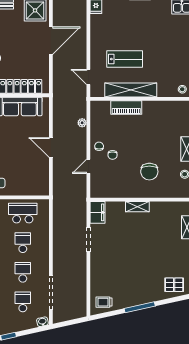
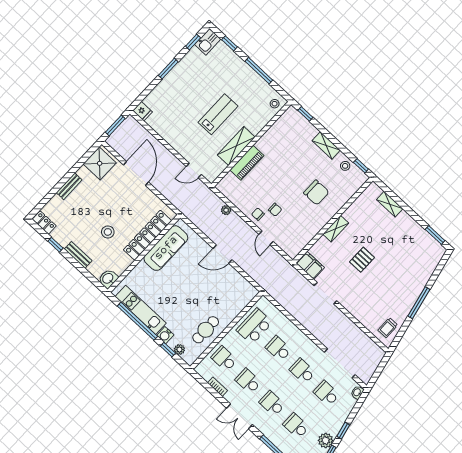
lab bench: (125, 59) -> (218, 114), moved
shelving: (131, 90) -> (236, 146), width x0.68
pallet: (174, 285) -> (362, 260), moved

